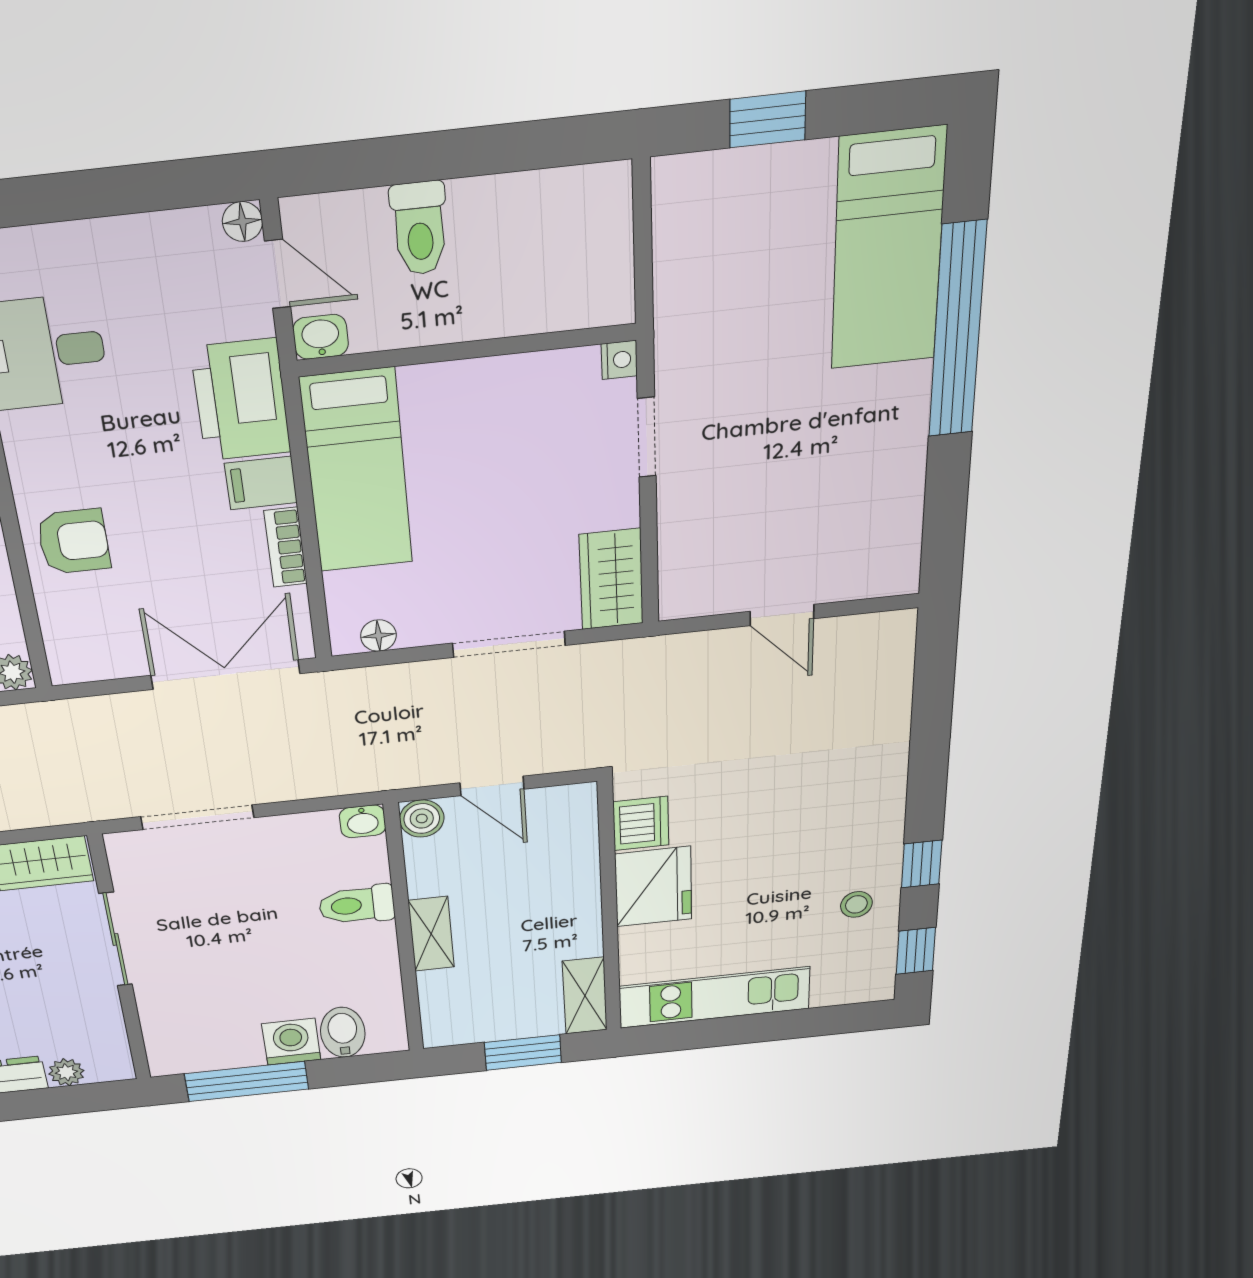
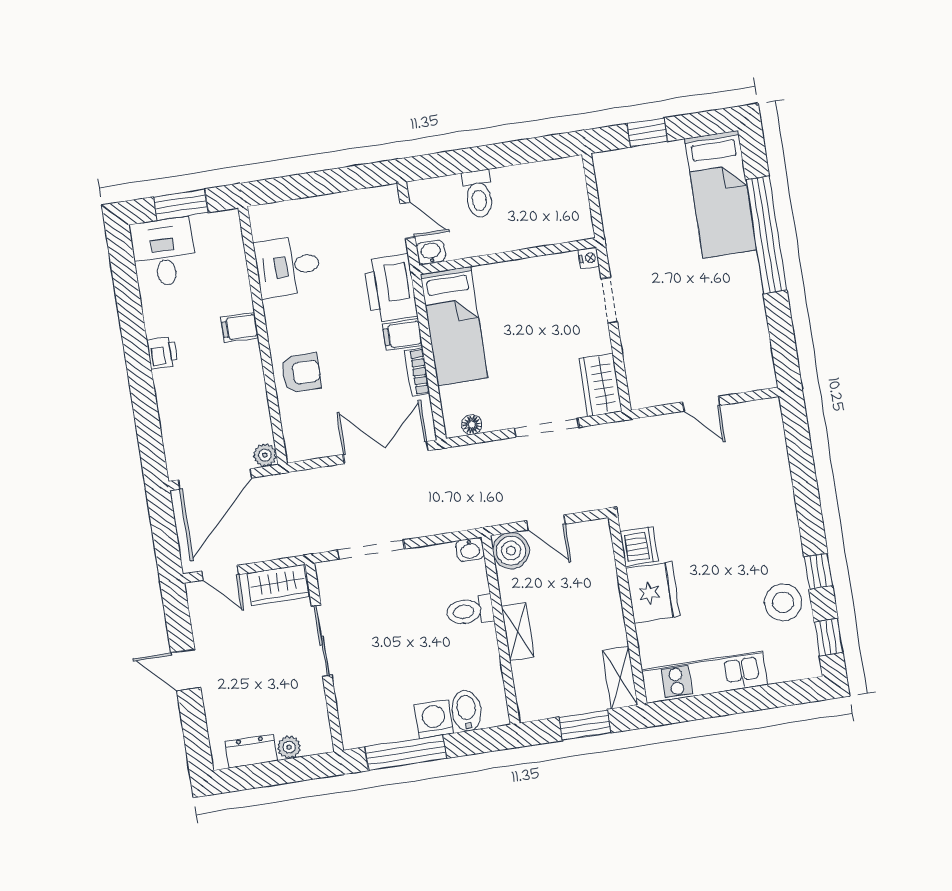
floor lamp: (242, 222) -> (389, 194), removed
boiler: (422, 819) -> (511, 551), width x1.36, depth x1.36
stool: (856, 904) -> (783, 602), width x1.89, depth x1.89

